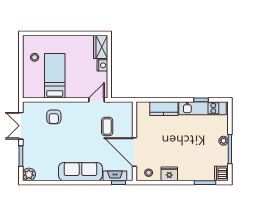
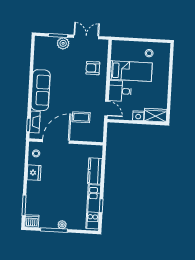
desk: (77, 86) -> (120, 91), added
plant: (29, 174) -> (63, 43), moved

